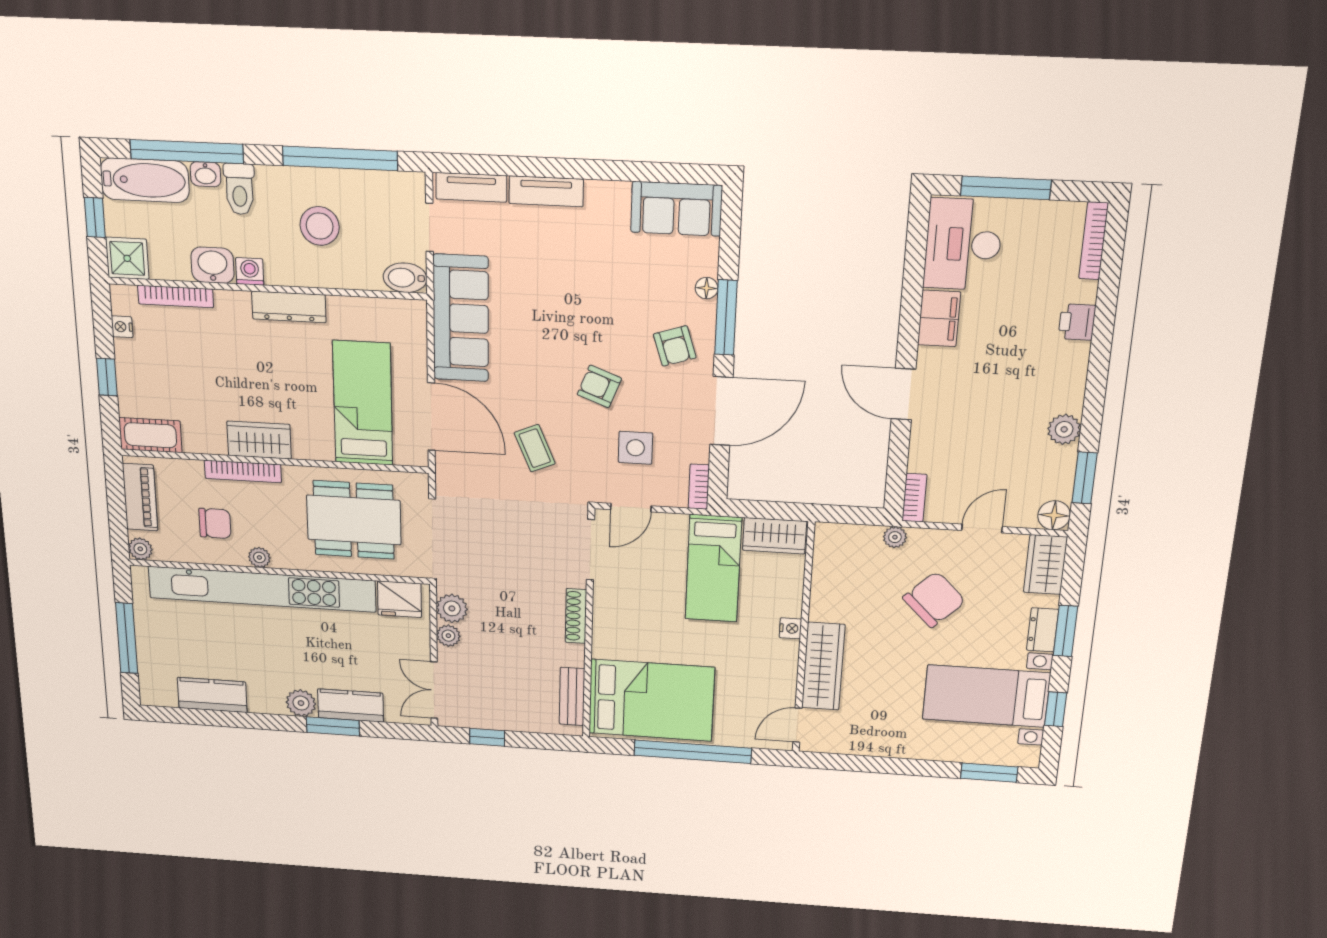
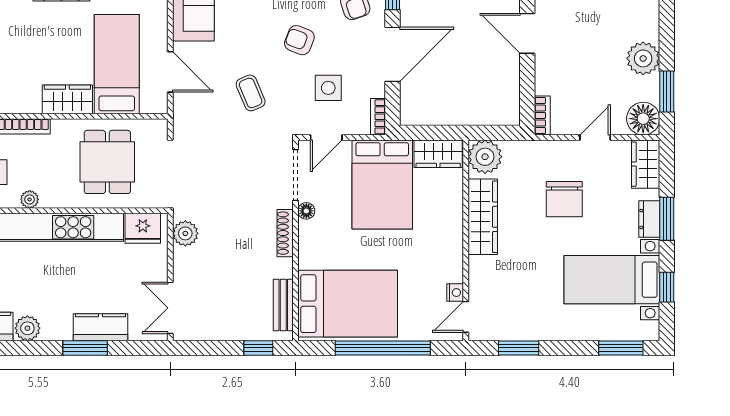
door: (431, 417) -> (170, 72), width x0.73
plant: (1064, 429) -> (643, 58), width x1.36, depth x1.36
wardrobe: (259, 440) -> (67, 99), moved
floor lamp: (1054, 515) -> (643, 119), width x1.38, depth x1.38
dining table: (354, 520) -> (107, 162), width x0.73
plant: (895, 537) -> (485, 157), moved, width x1.87, depth x1.87
bed: (713, 568) -> (382, 184), width x1.50
floor lamp: (603, 592) -> (306, 211), added
chair: (934, 599) -> (564, 199), turned 135
nightstand: (790, 628) -> (455, 293), moved
plant: (448, 636) -> (182, 258), removed
wardrobe: (823, 666) -> (483, 217), moved
plant: (301, 703) -> (27, 328), moved
window: (487, 737) -> (258, 348), moved
window: (861, 764) -> (519, 348), added

